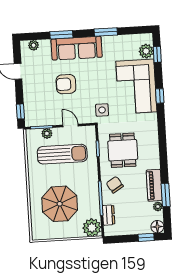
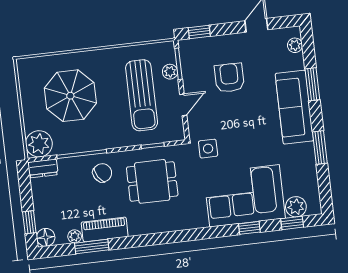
armchair: (66, 84) -> (229, 78), moved
window: (160, 96) -> (249, 228), moved
dresser: (109, 215) -> (43, 168), moved

